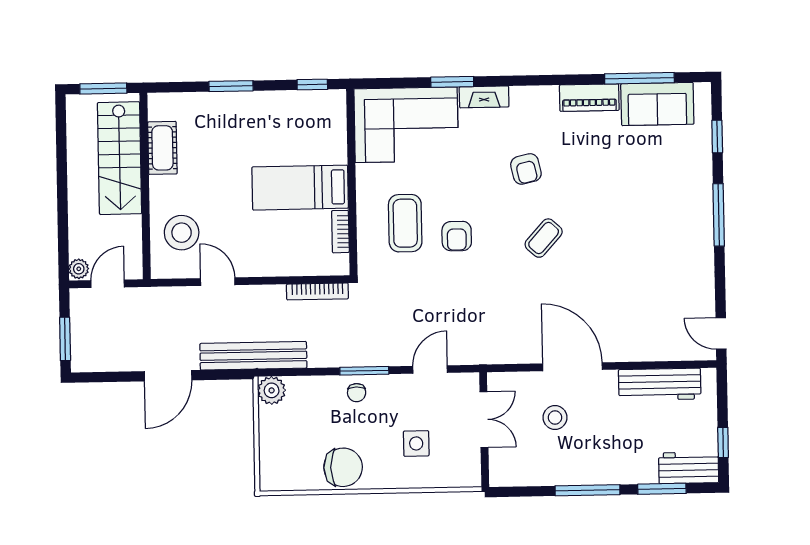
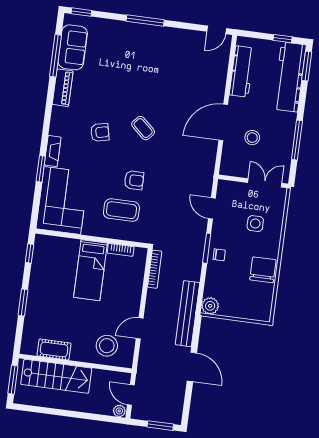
window: (717, 137) -> (81, 12), moved
double door: (484, 420) -> (265, 183), moved
workbench: (689, 468) -> (290, 77), width x1.88, depth x1.32
window: (662, 489) -> (307, 66), moved
window: (587, 490) -> (297, 140), moved

